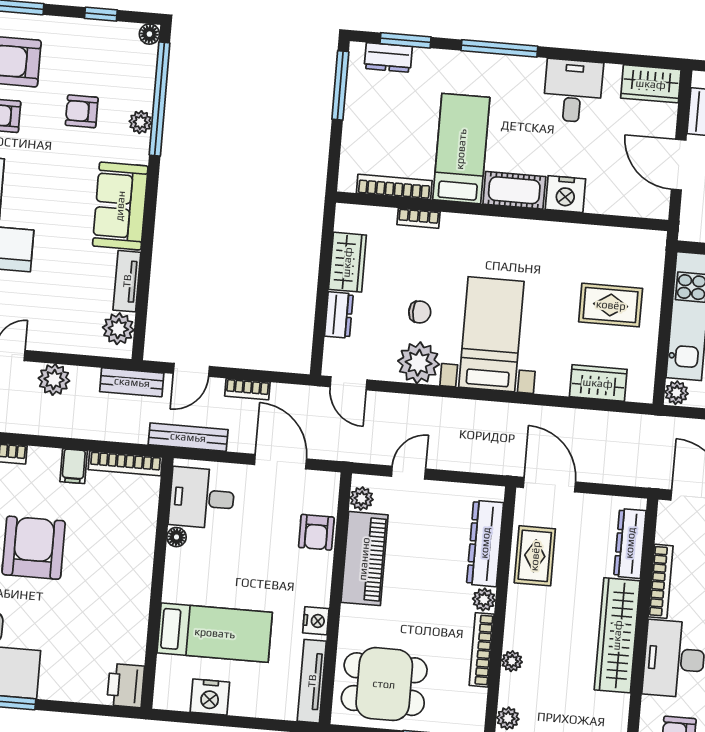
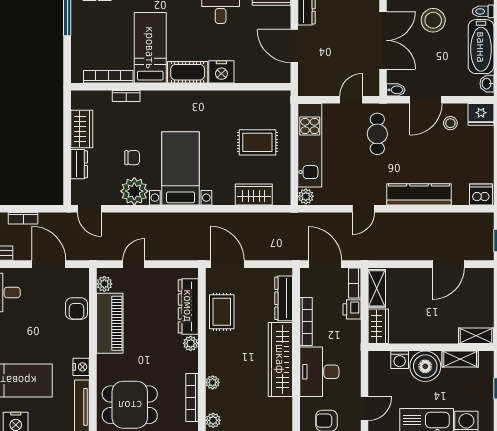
bookcase: (482, 650) -> (192, 397), moved

